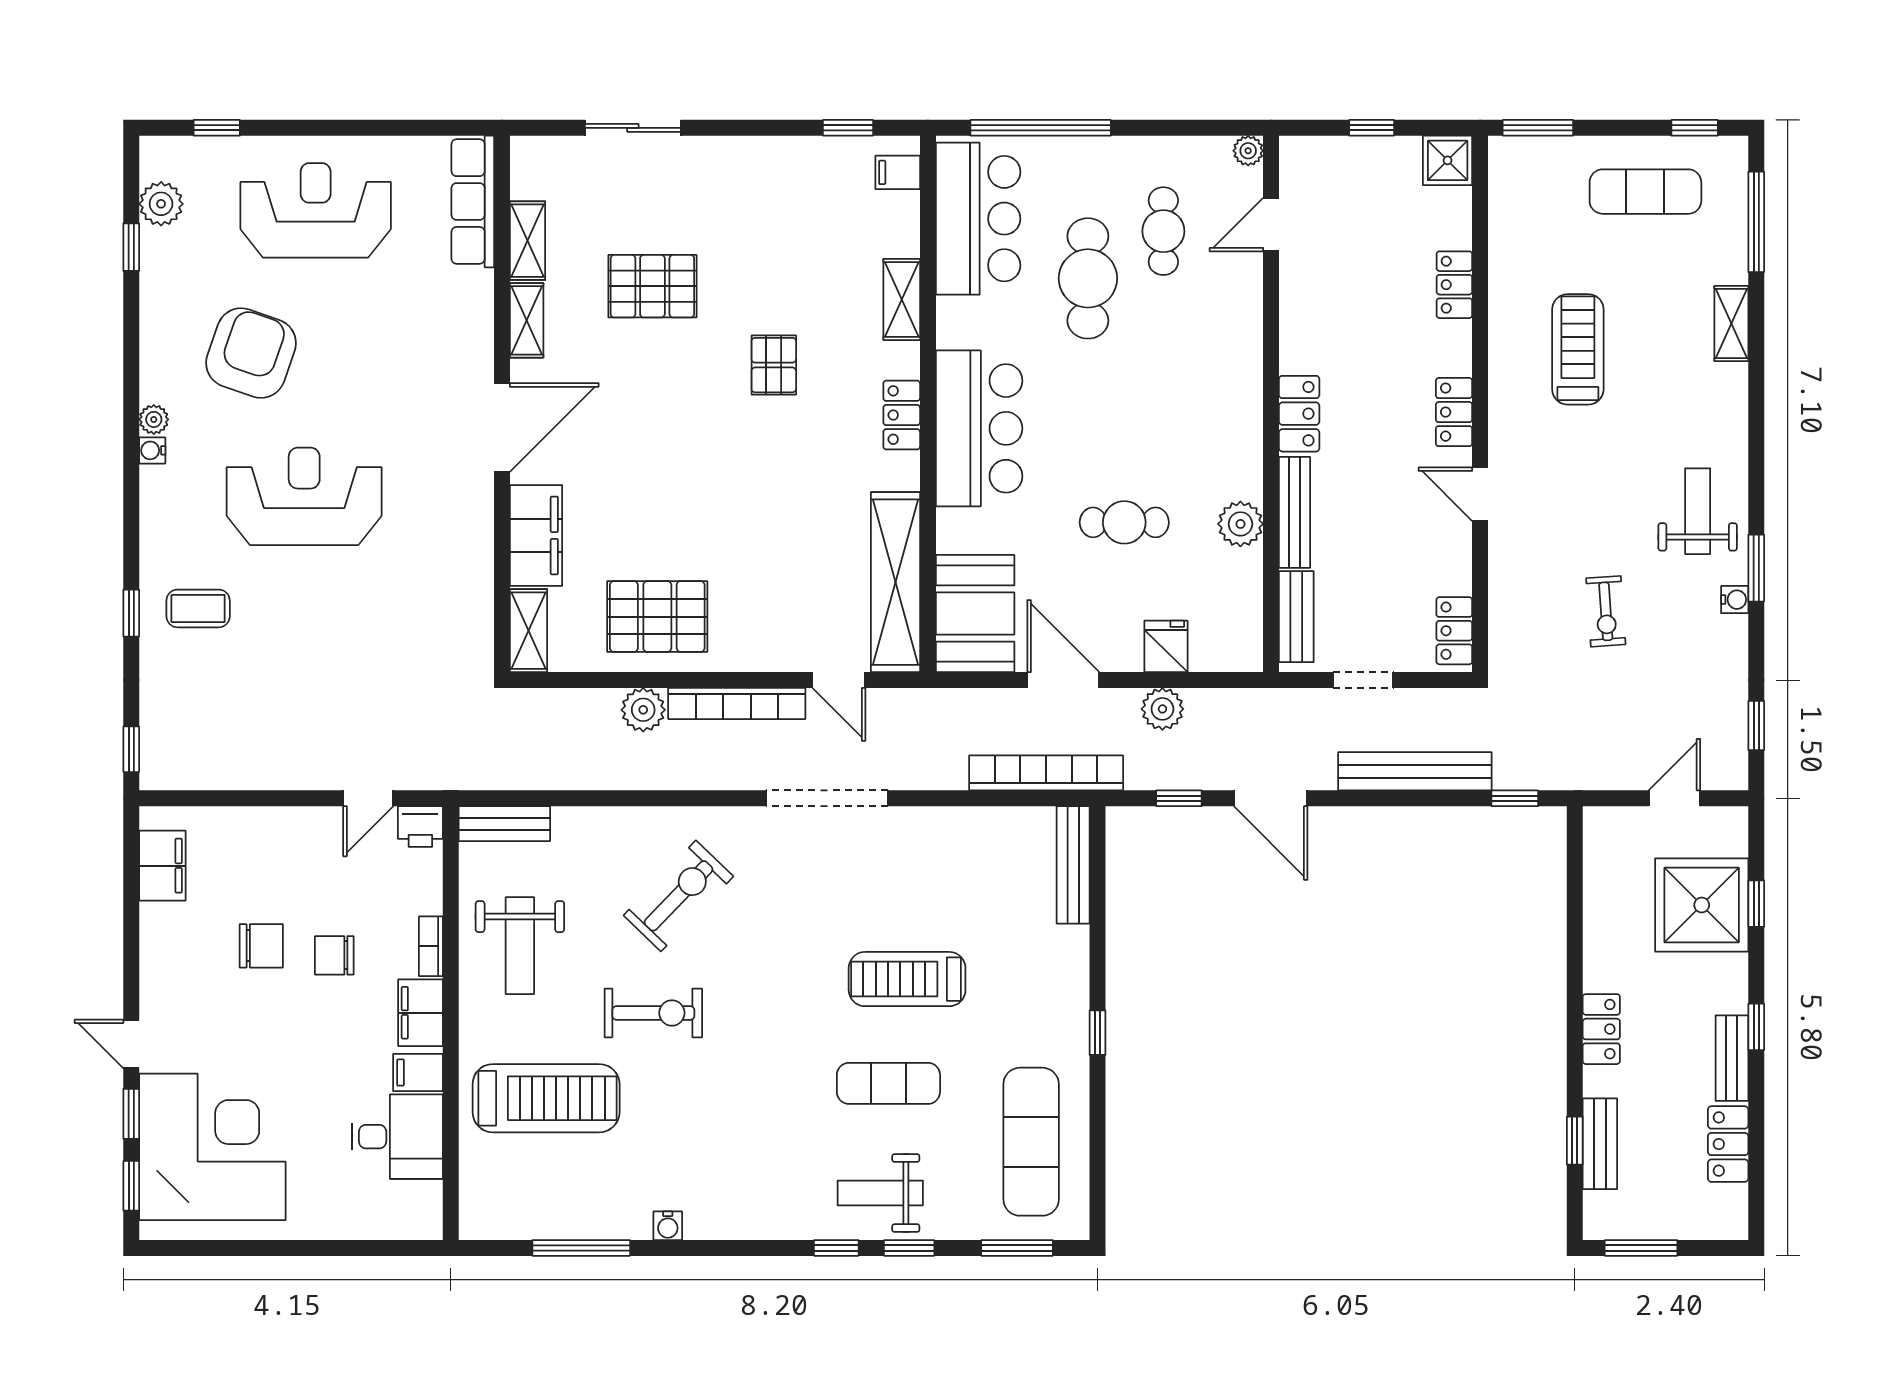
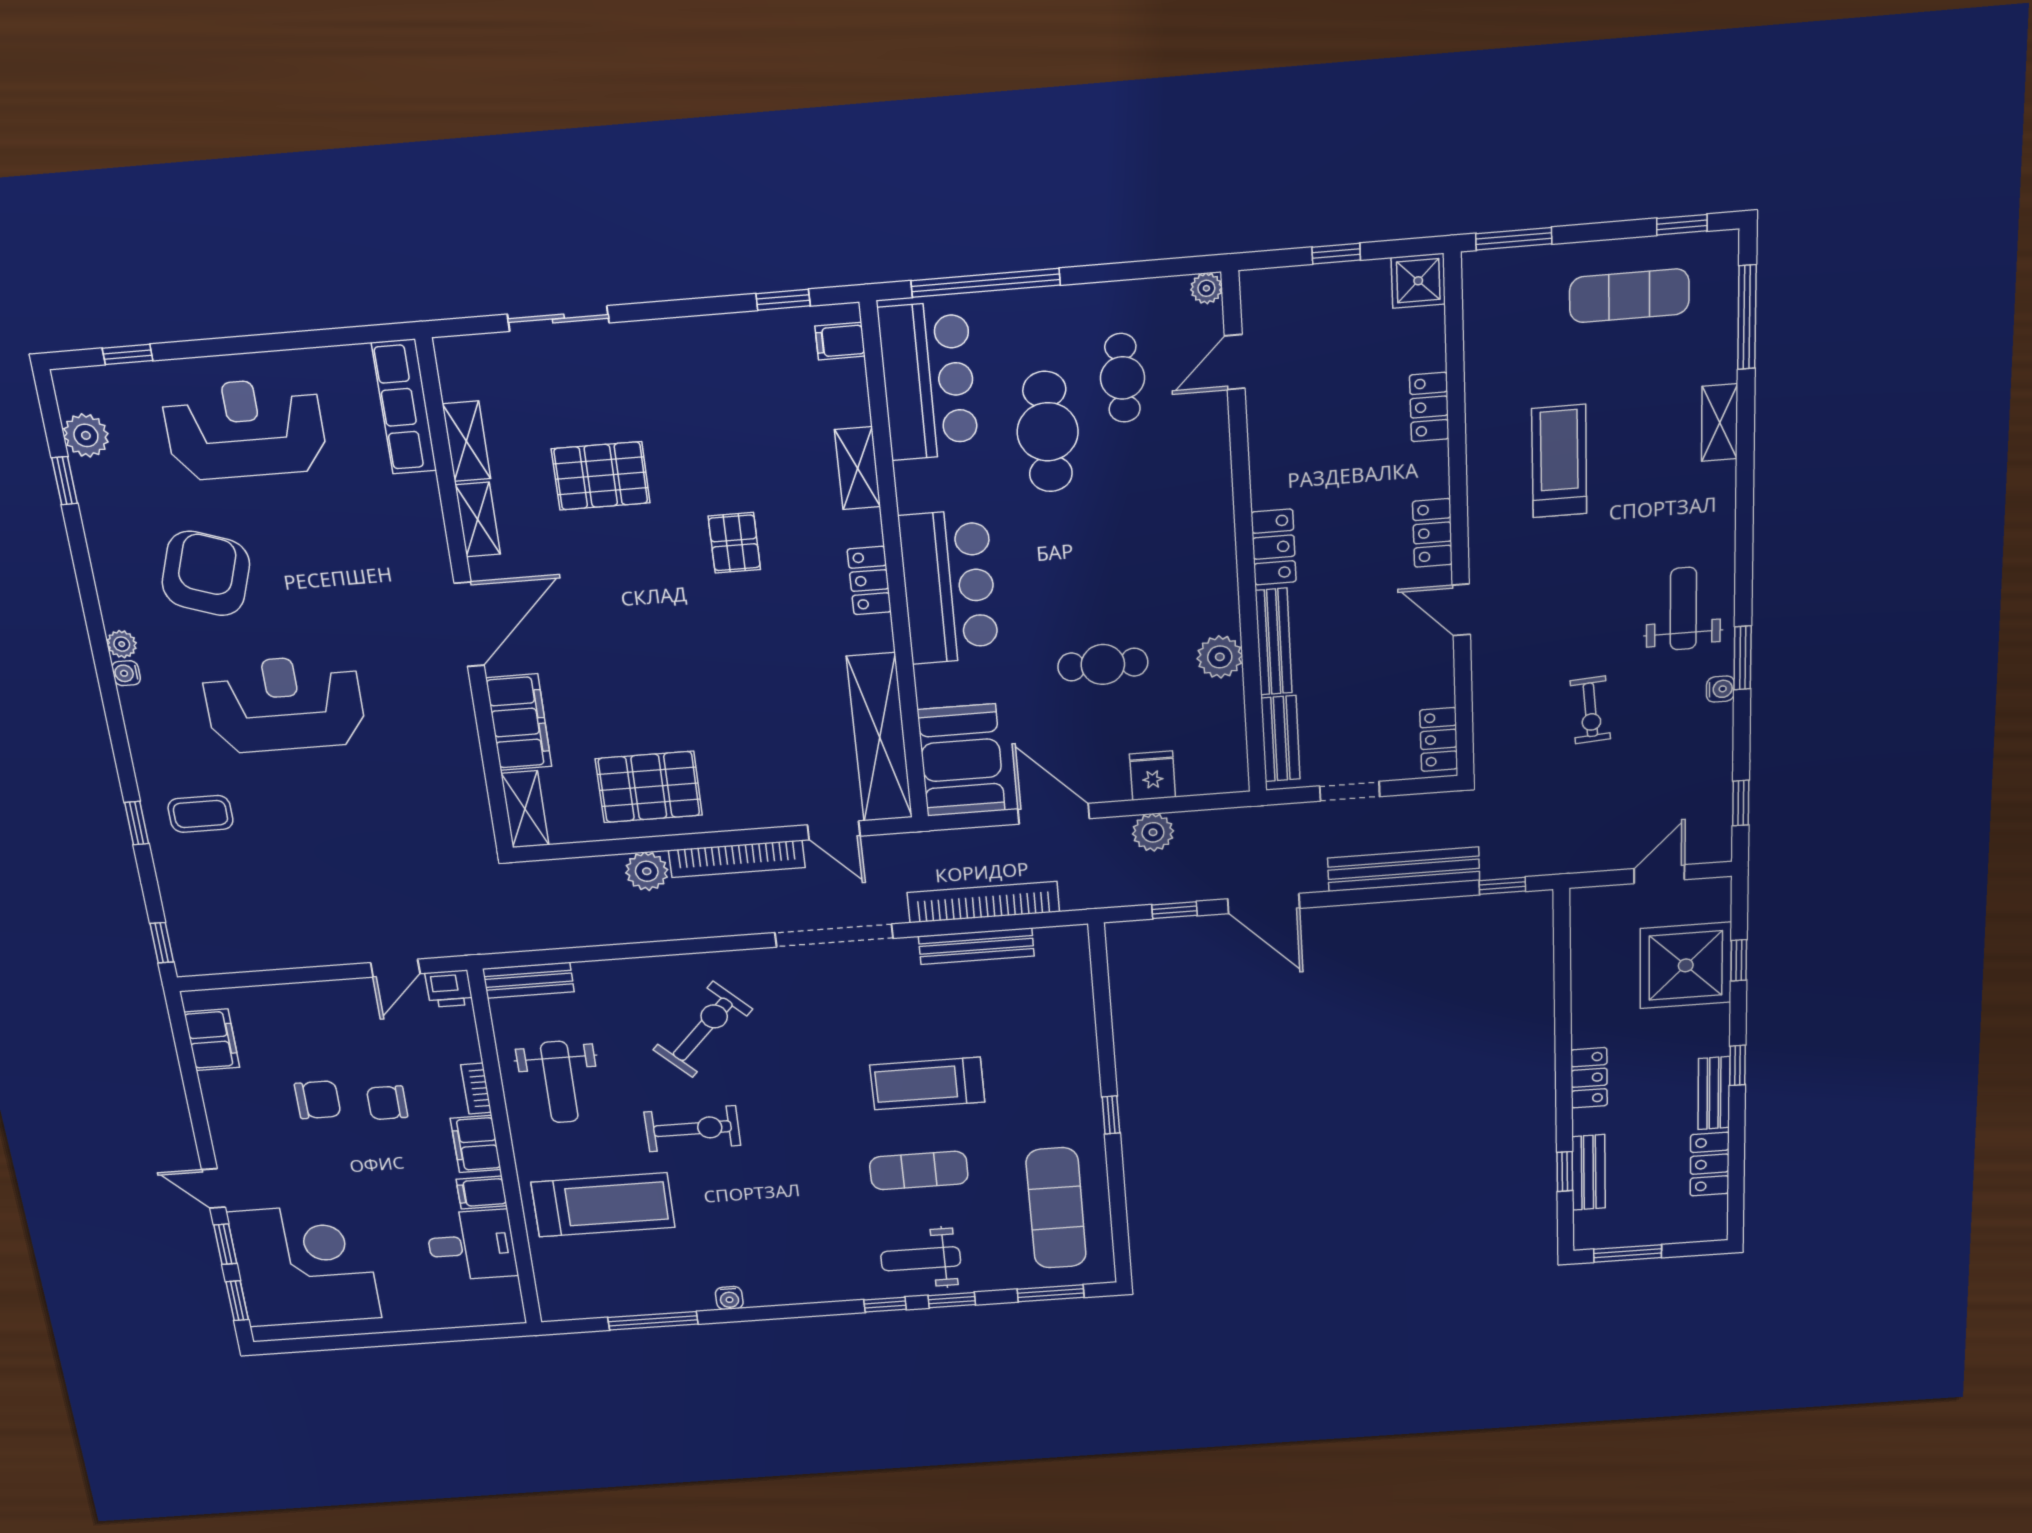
bookcase: (1046, 773) -> (983, 902), moved
bench: (1073, 865) -> (976, 946), moved, turned 90

